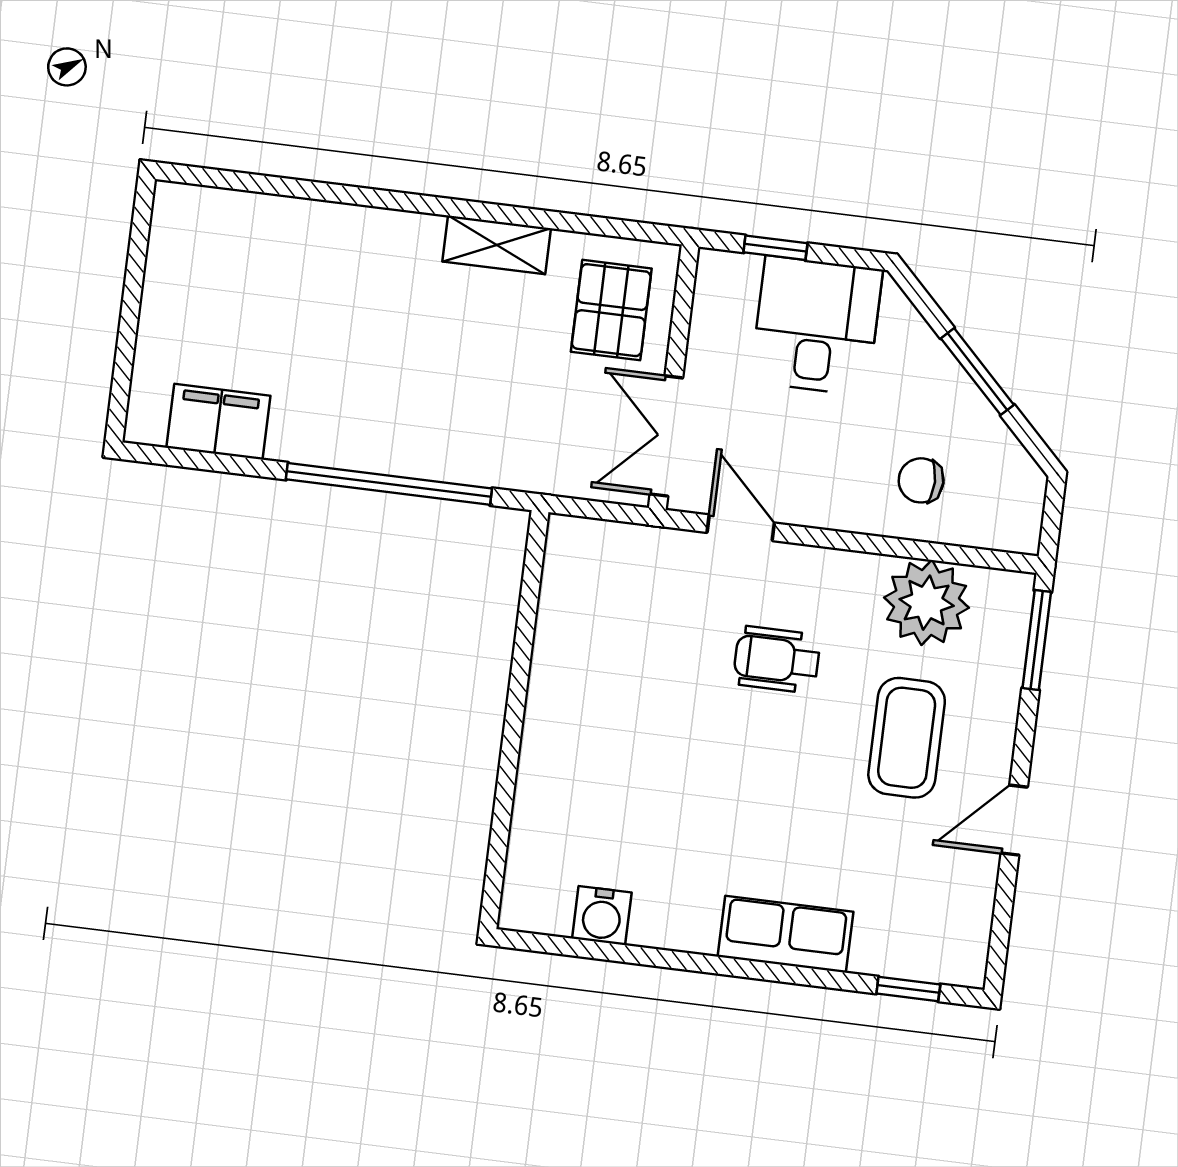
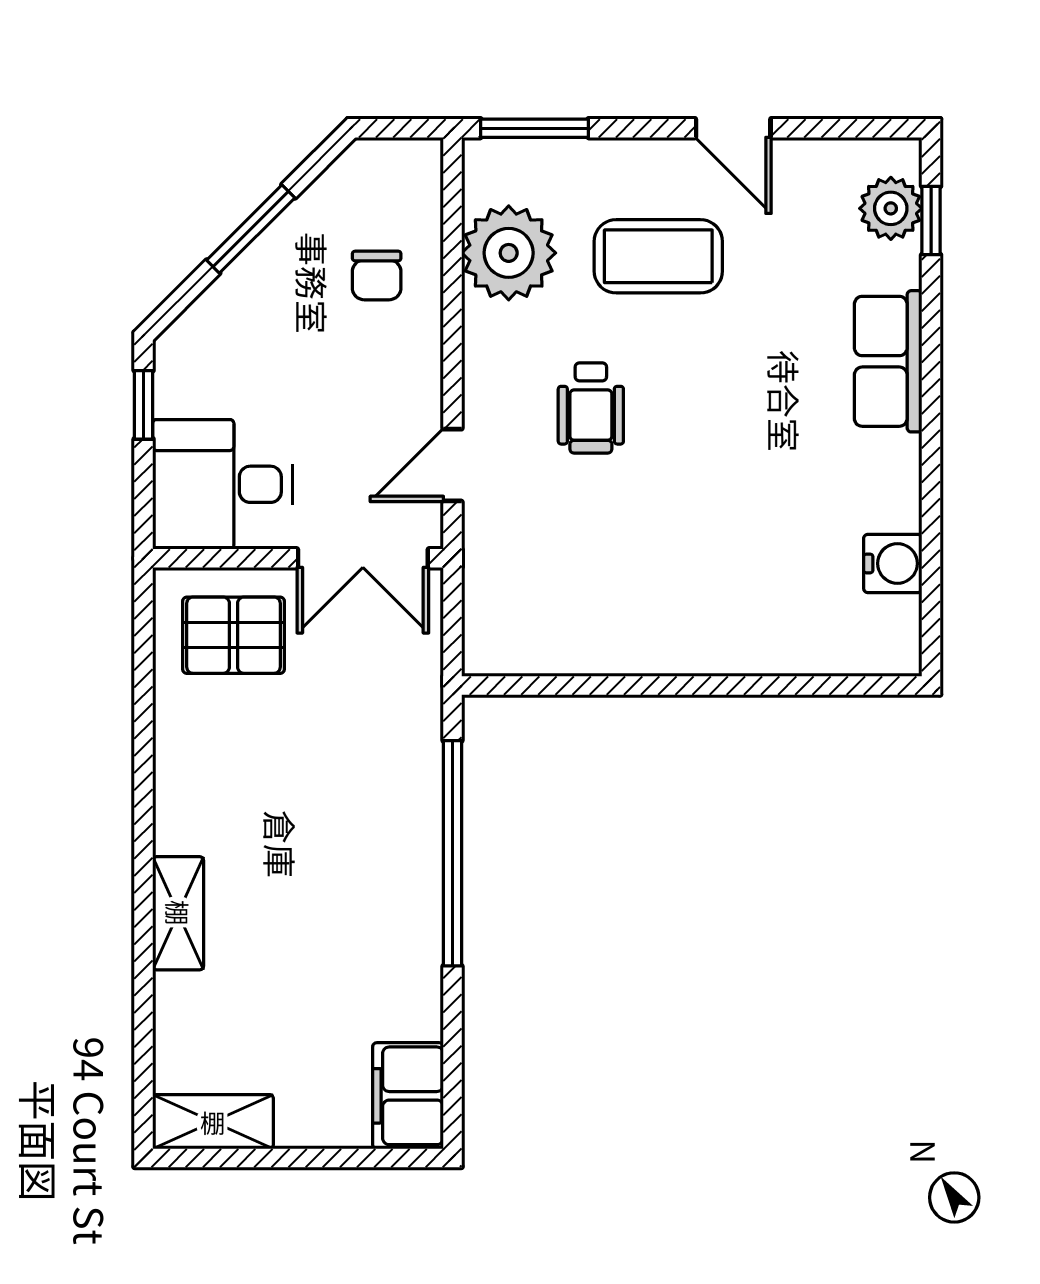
shelving: (173, 237) -> (213, 1122), added
shelving: (497, 245) -> (178, 913), moved
window: (775, 248) -> (144, 405), moved
desk: (816, 326) -> (223, 484), moved
filing cabinet: (218, 422) -> (408, 1096), moved
plant: (924, 954) -> (891, 208), added

